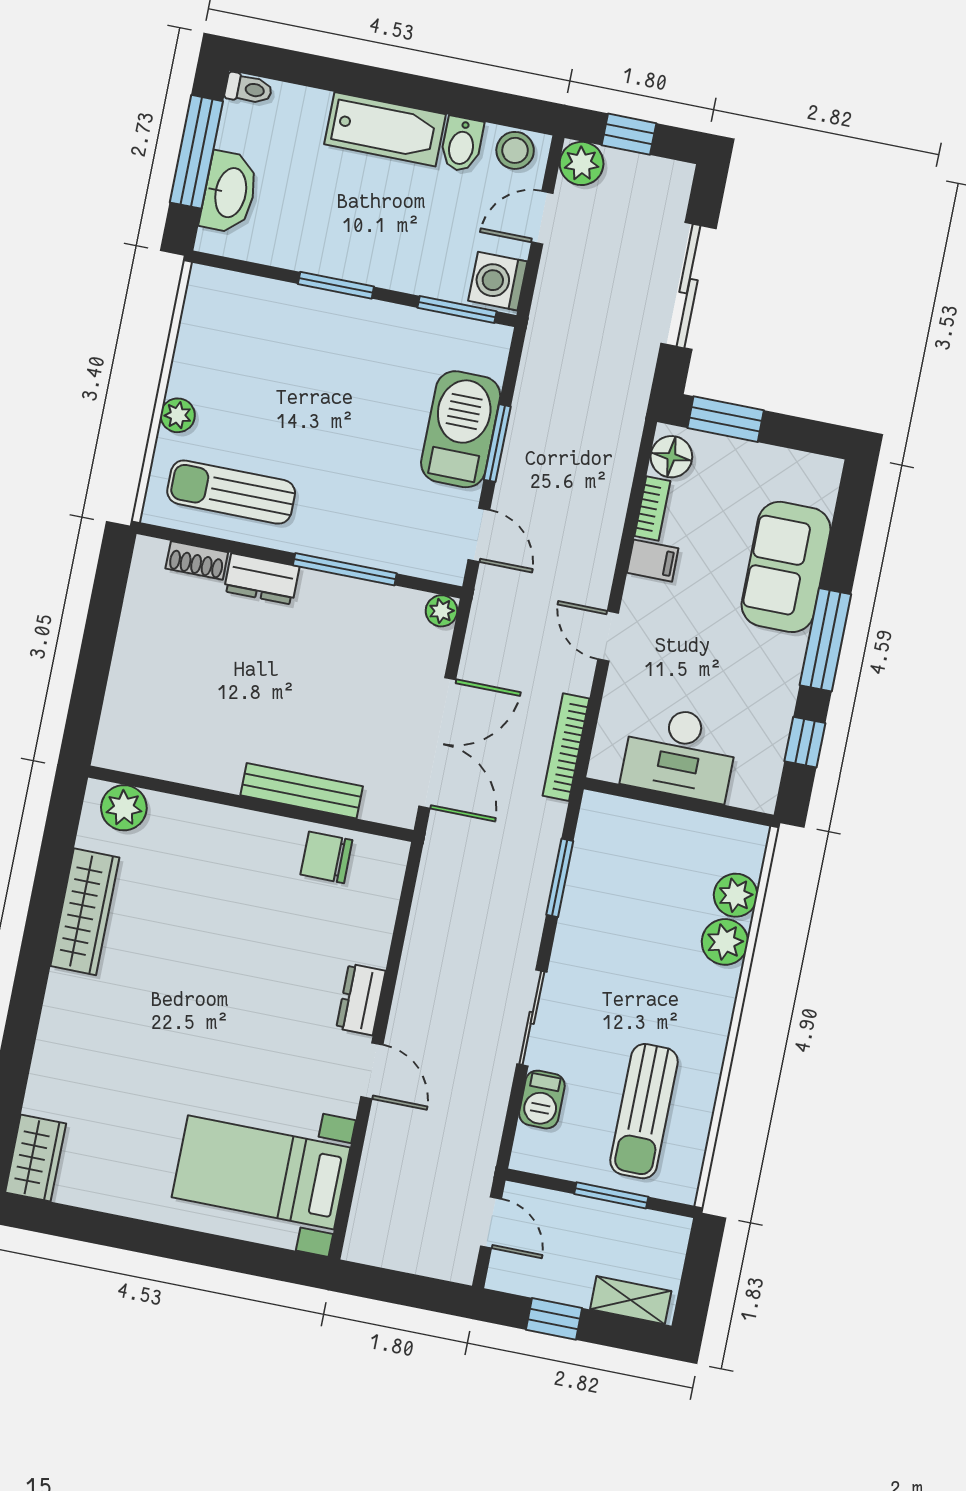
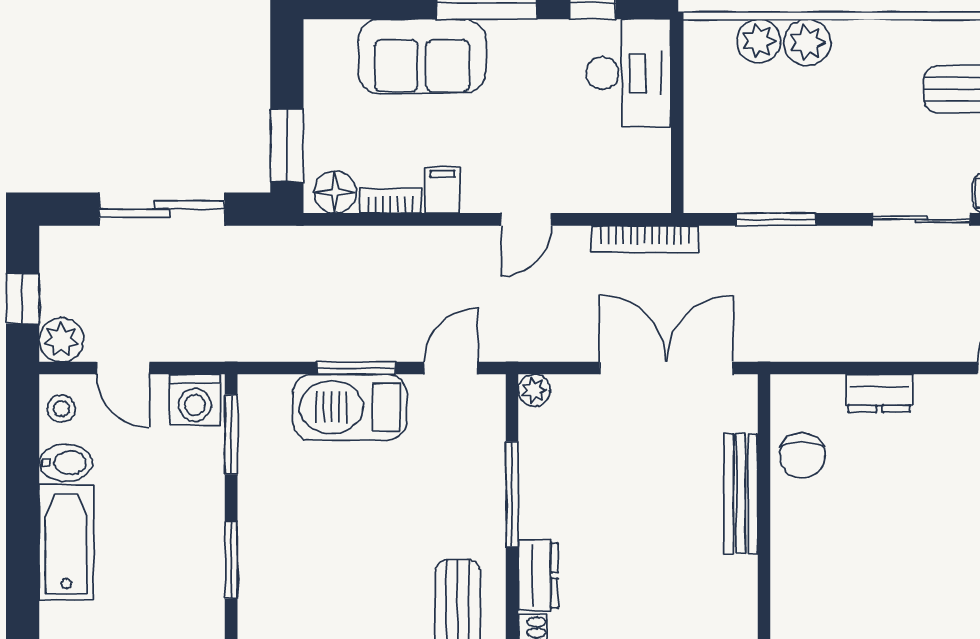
stool: (515, 150) -> (61, 409), width x0.73, depth x0.73
desk: (680, 753) -> (628, 73), moved
dresser: (361, 999) -> (879, 393), moved

